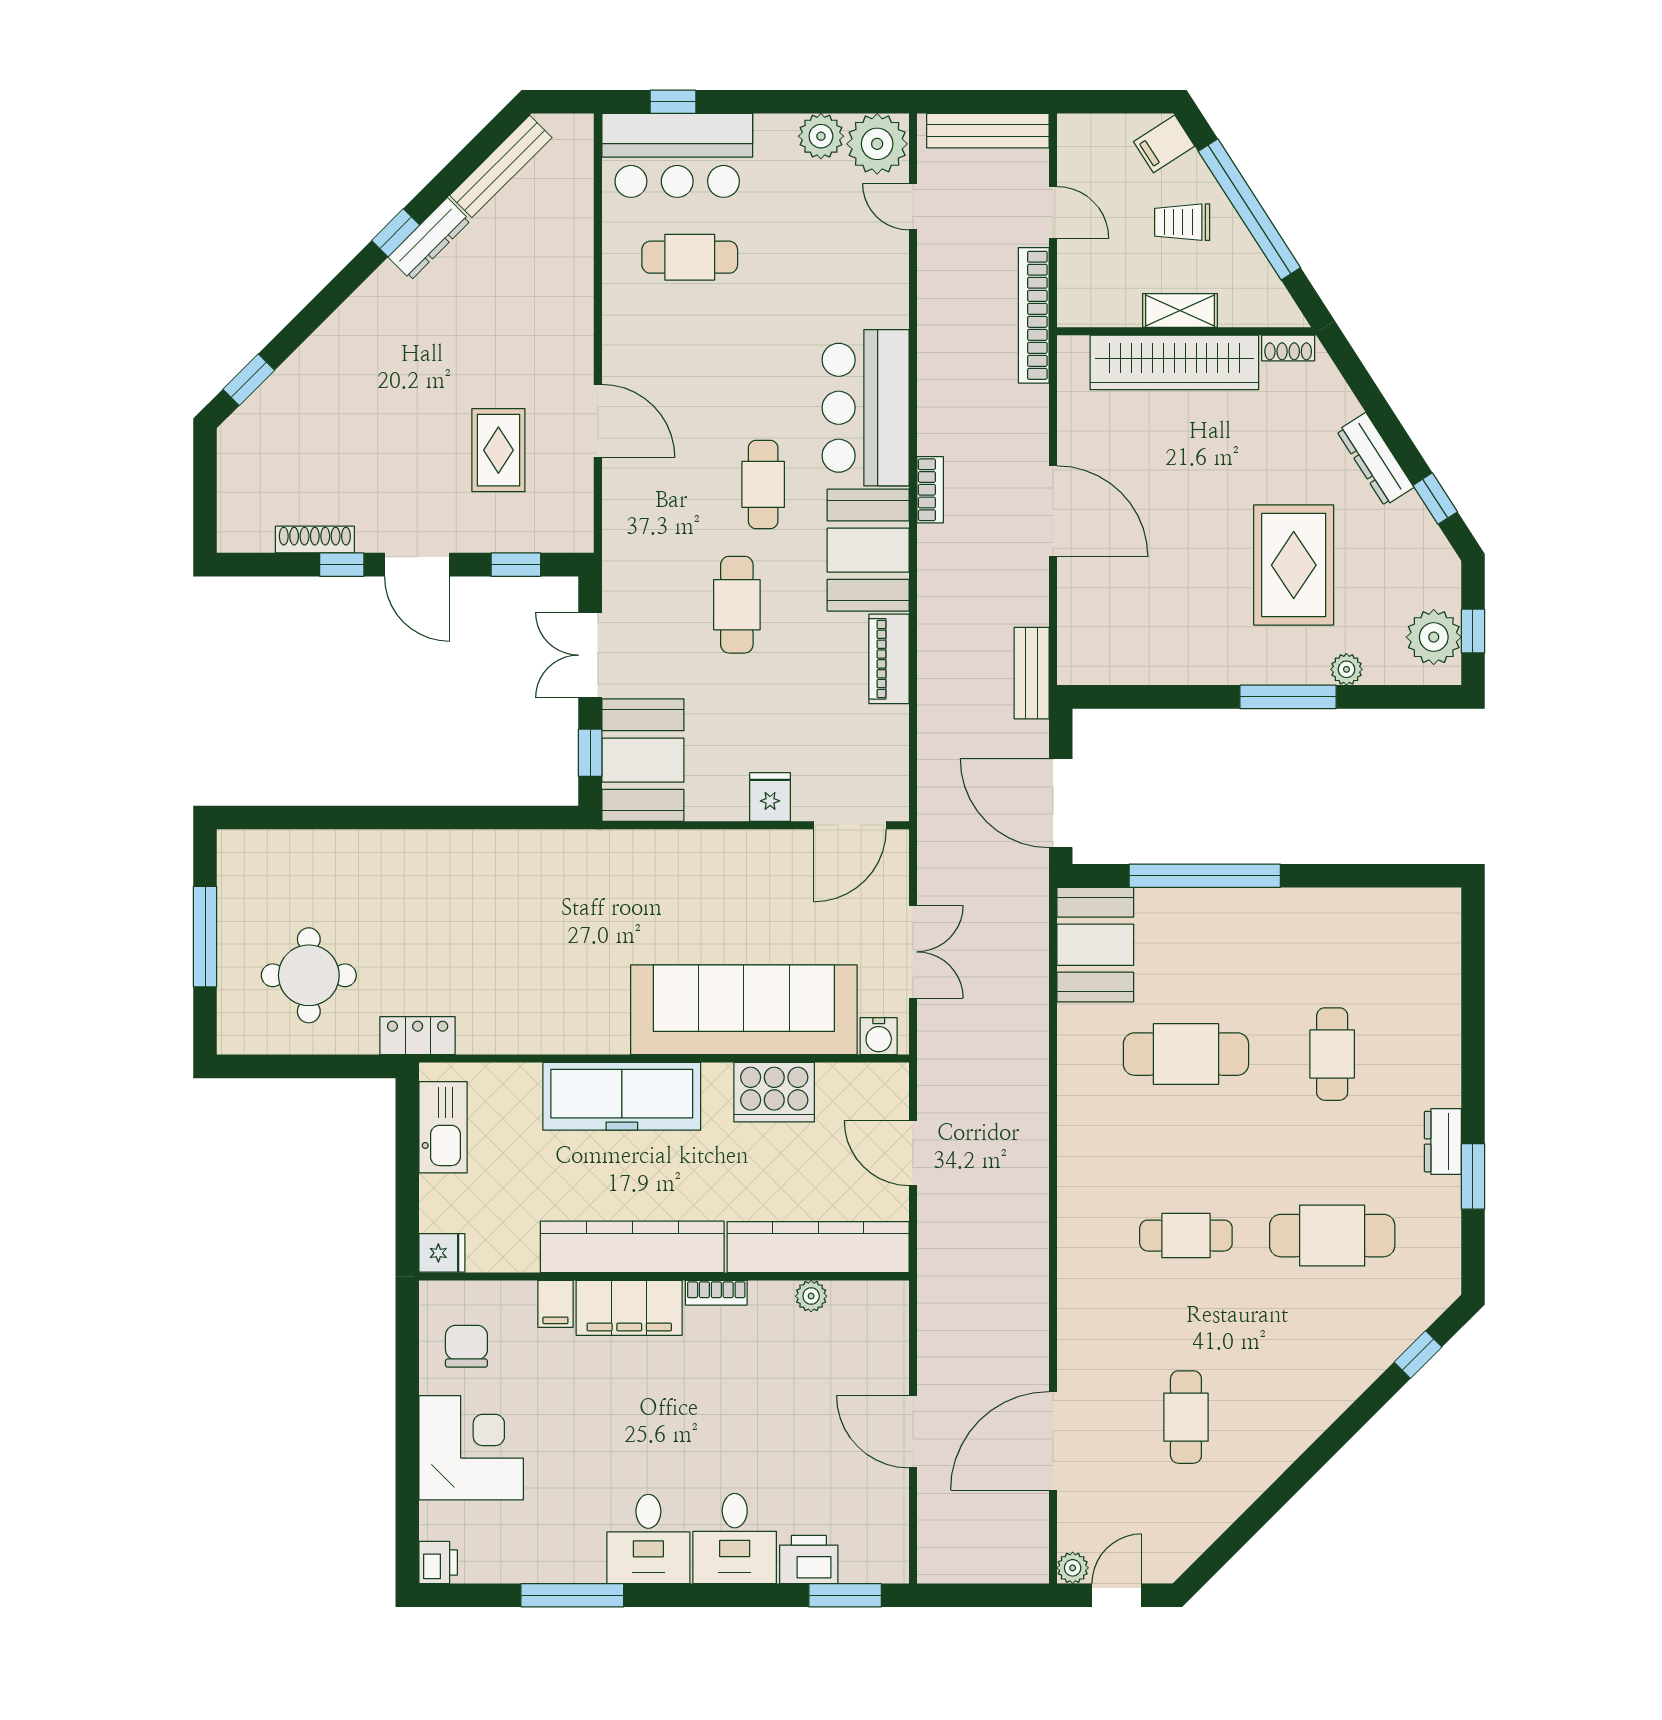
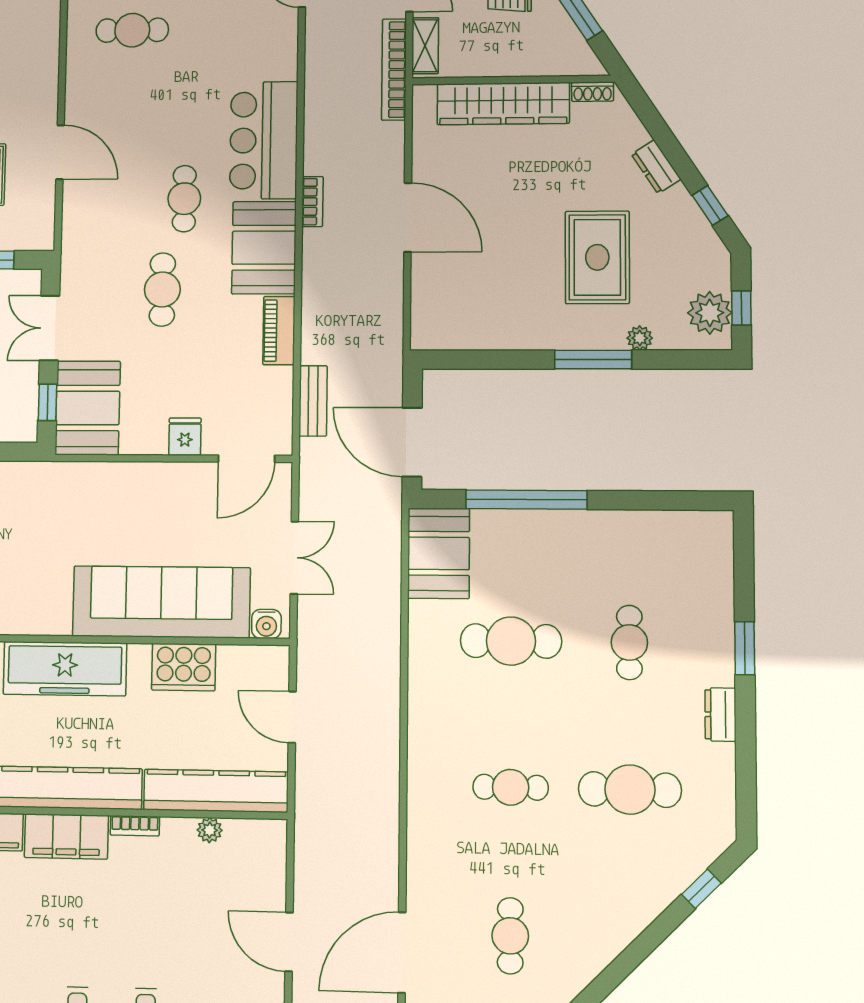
shelving: (1180, 311) -> (425, 46), moved, turned 90
dresser: (1375, 459) -> (656, 167), width x0.70
bench: (1032, 673) -> (313, 401), moved
window: (1473, 1176) -> (745, 648), moved

